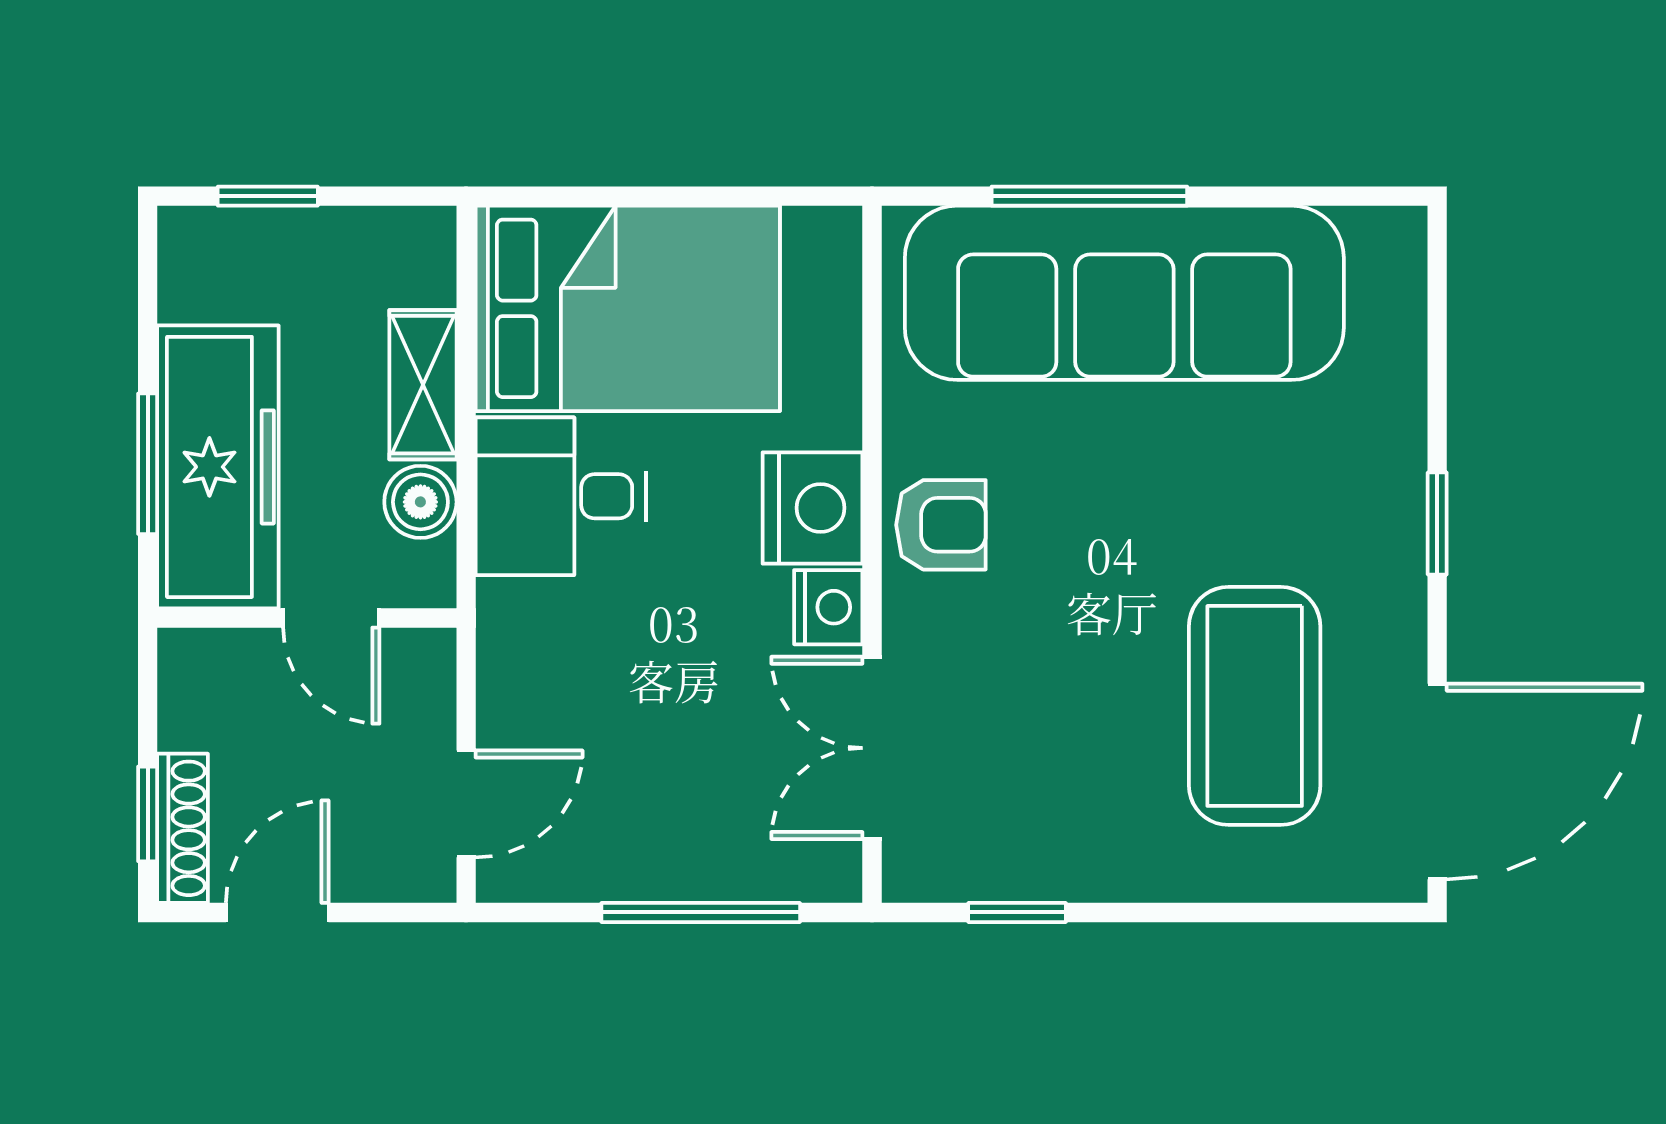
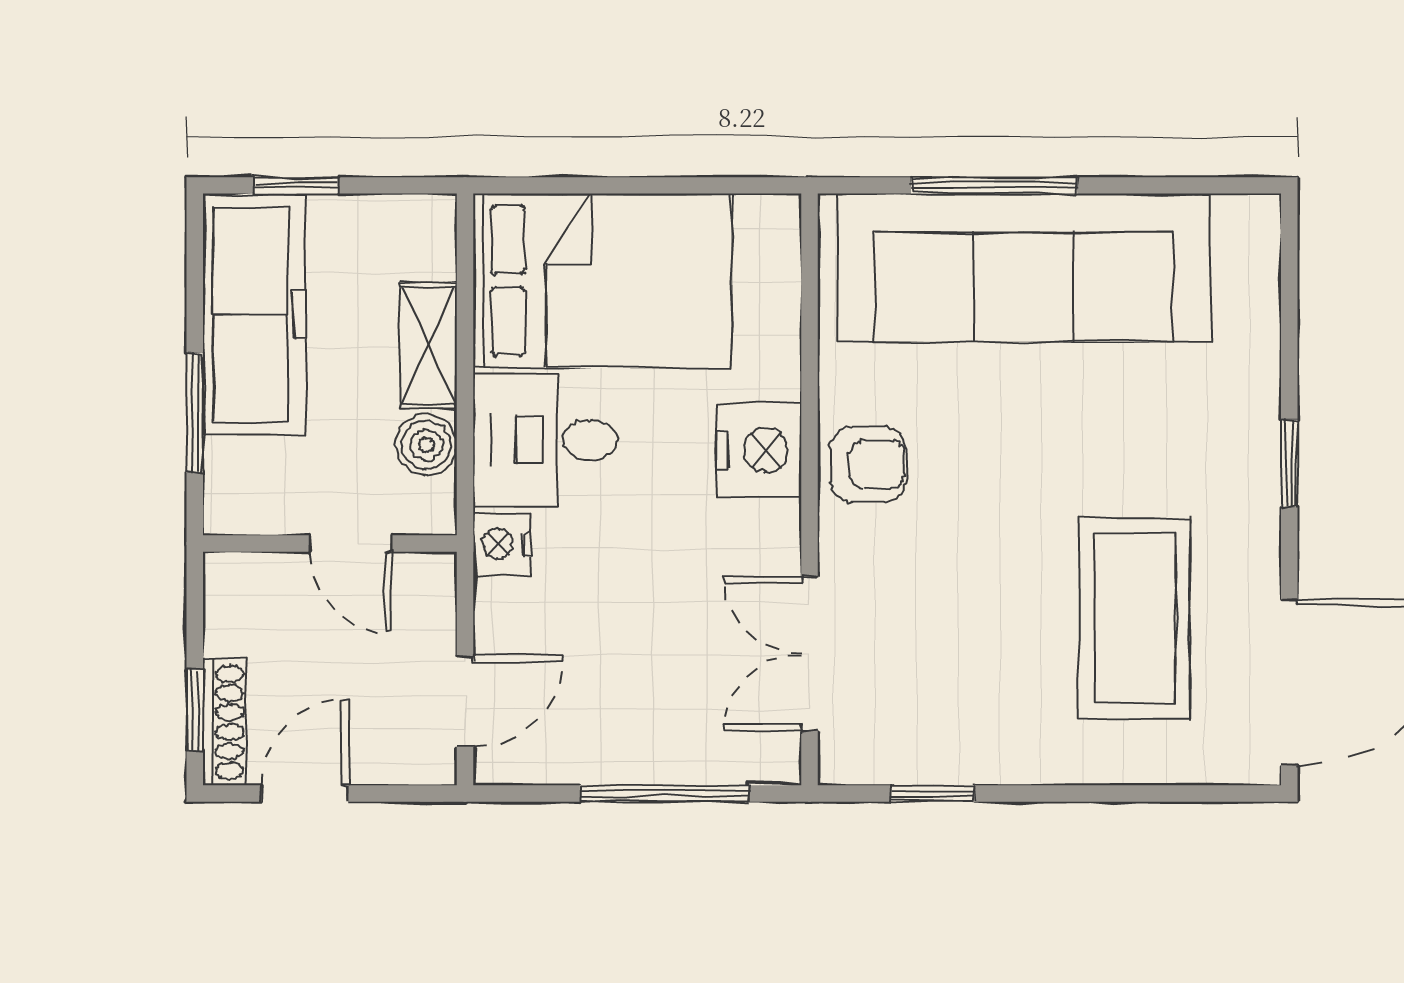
freezer: (218, 467) -> (254, 314), moved
nightstand: (828, 607) -> (502, 544), moved, turned 180

